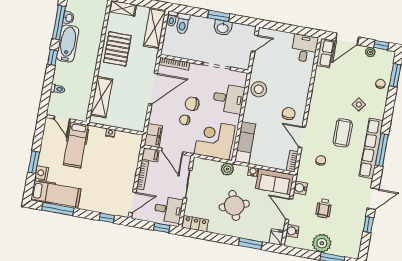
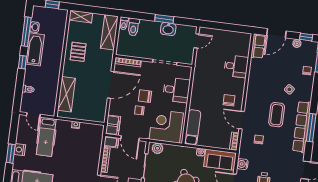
desk: (304, 48) -> (236, 66), moved, turned 90
pallet: (117, 49) -> (78, 52), width x0.67, depth x0.71
stool: (259, 89) -> (202, 81), removed
plant: (227, 169) -> (157, 148), moved
nightstand: (42, 173) -> (20, 150), moved

